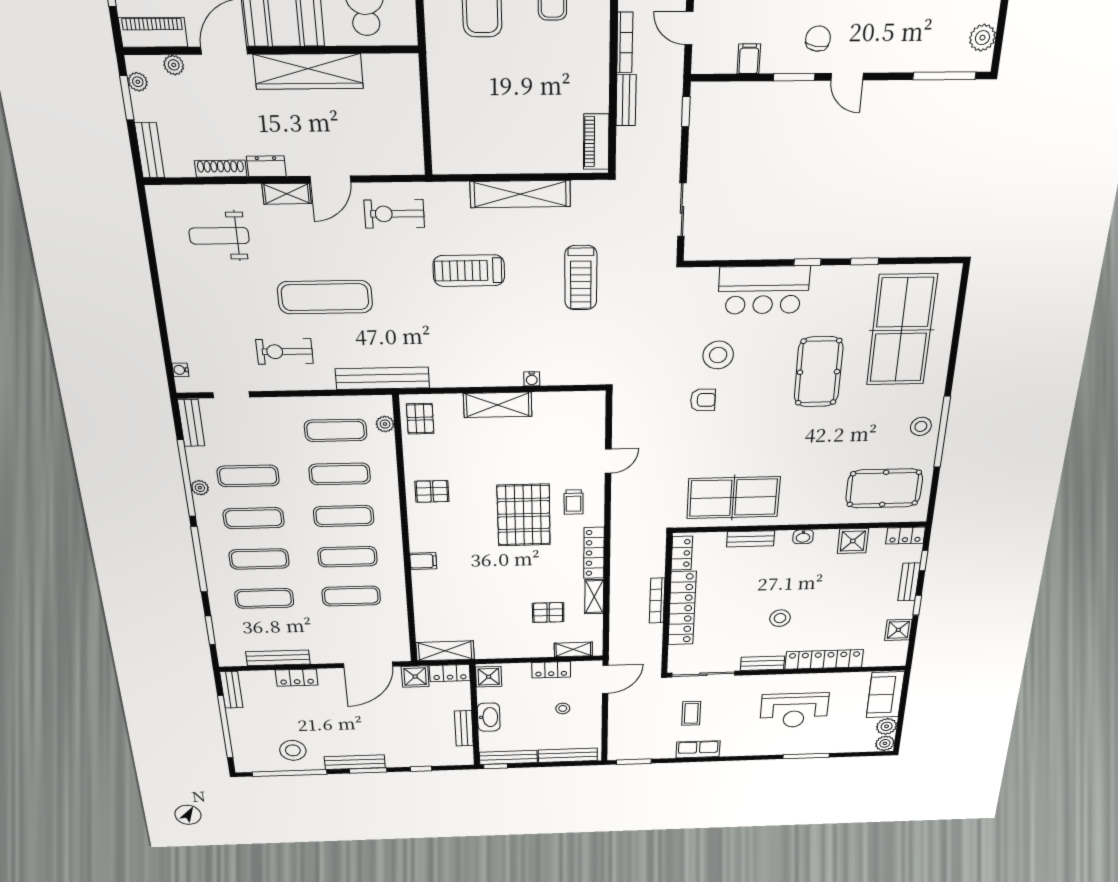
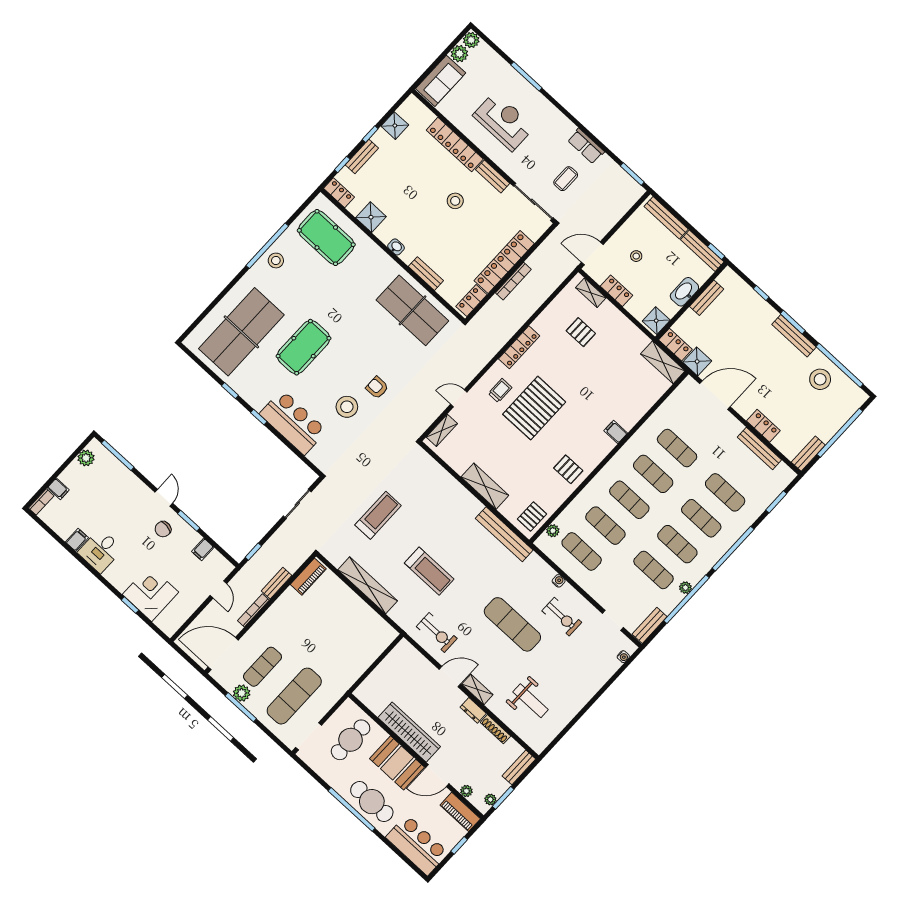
bench: (382, 378) -> (504, 534), moved
water cooler: (532, 379) -> (559, 581), moved
shelving: (594, 597) -> (442, 430), moved

